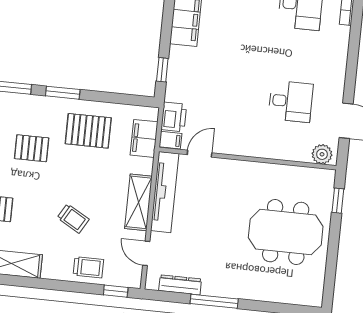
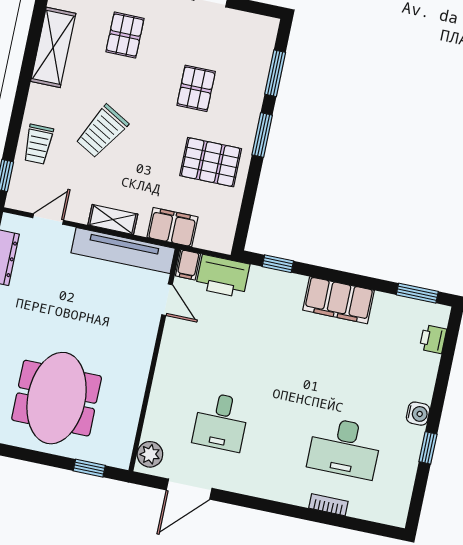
printer: (174, 117) -> (223, 276), width x1.37, depth x1.19
pallet: (88, 131) -> (211, 162), turned 90
filing cabinet: (144, 138) -> (172, 227), moved
shelving: (138, 202) -> (113, 219), width x0.67, depth x0.75
trolley: (73, 218) -> (102, 131), width x1.36, depth x1.39

